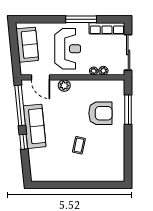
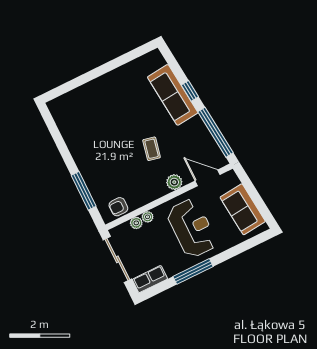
row of seats: (107, 28) -> (150, 279), width x0.68
reception desk: (68, 49) -> (192, 228), turned 180
armchair: (100, 113) -> (118, 207), moved, width x0.53, depth x0.53
sofa: (35, 126) -> (173, 95), moved
coffee table: (79, 145) -> (152, 149), moved

